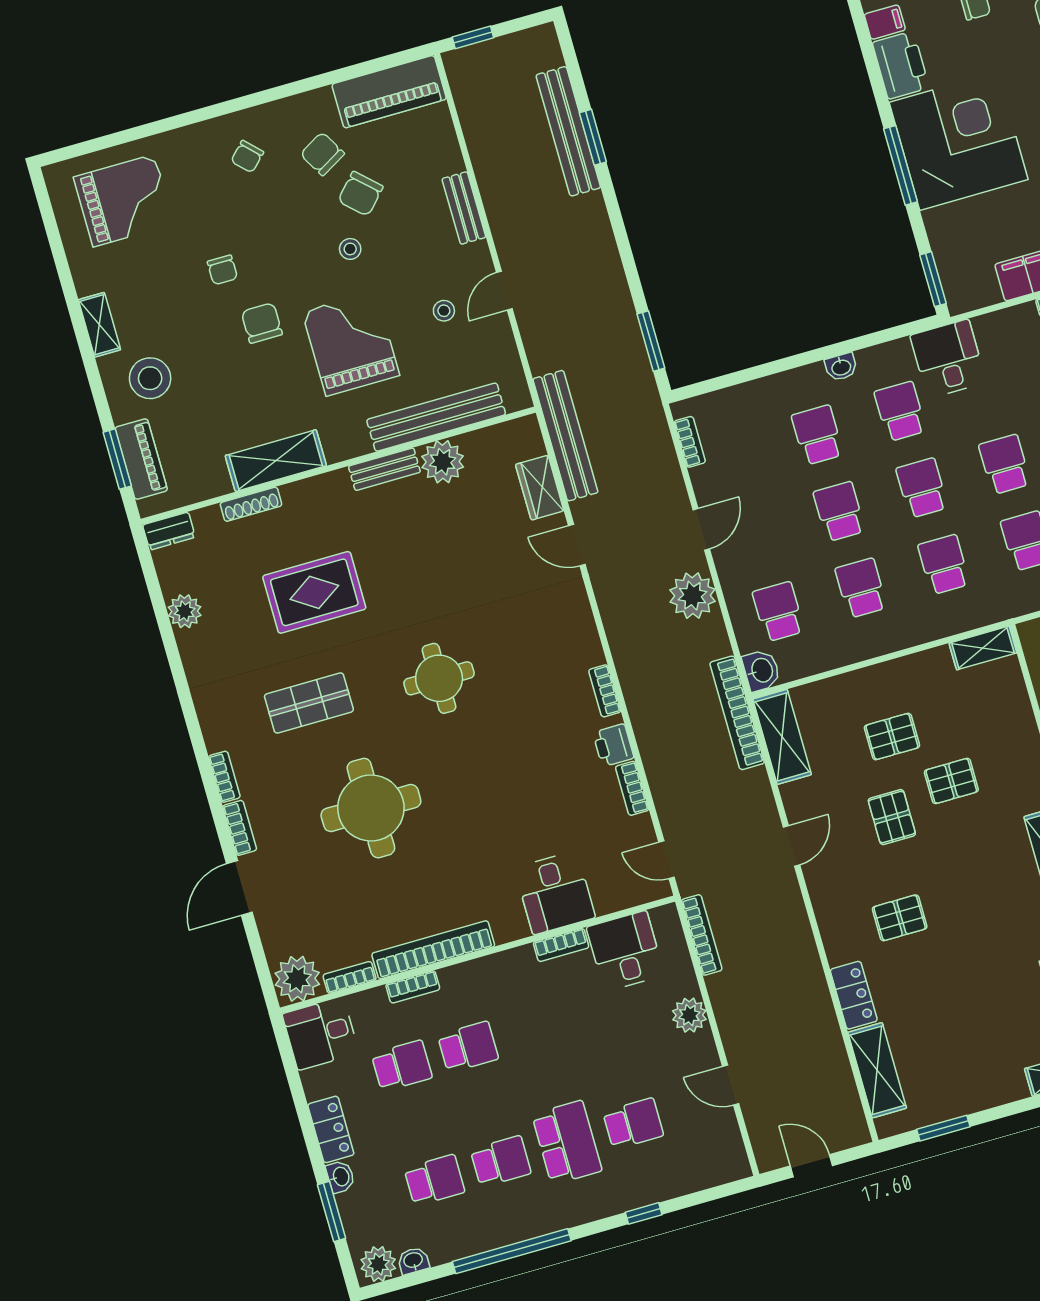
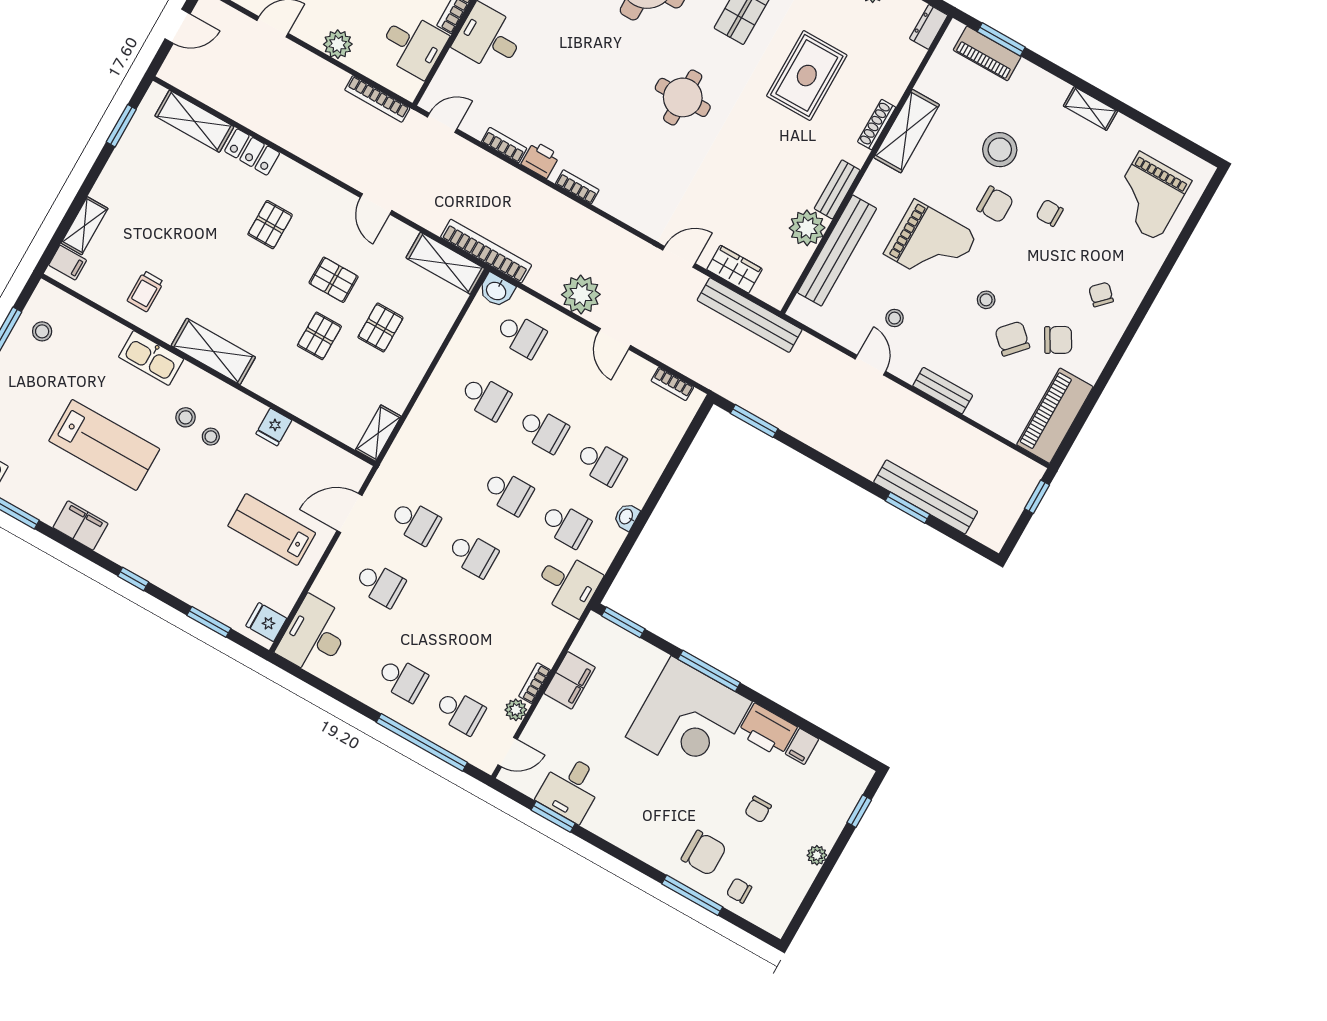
stool: (150, 378) -> (1000, 150), moved
shoe rack: (251, 504) -> (877, 125), moved
school desk: (944, 565) -> (450, 460), removed

